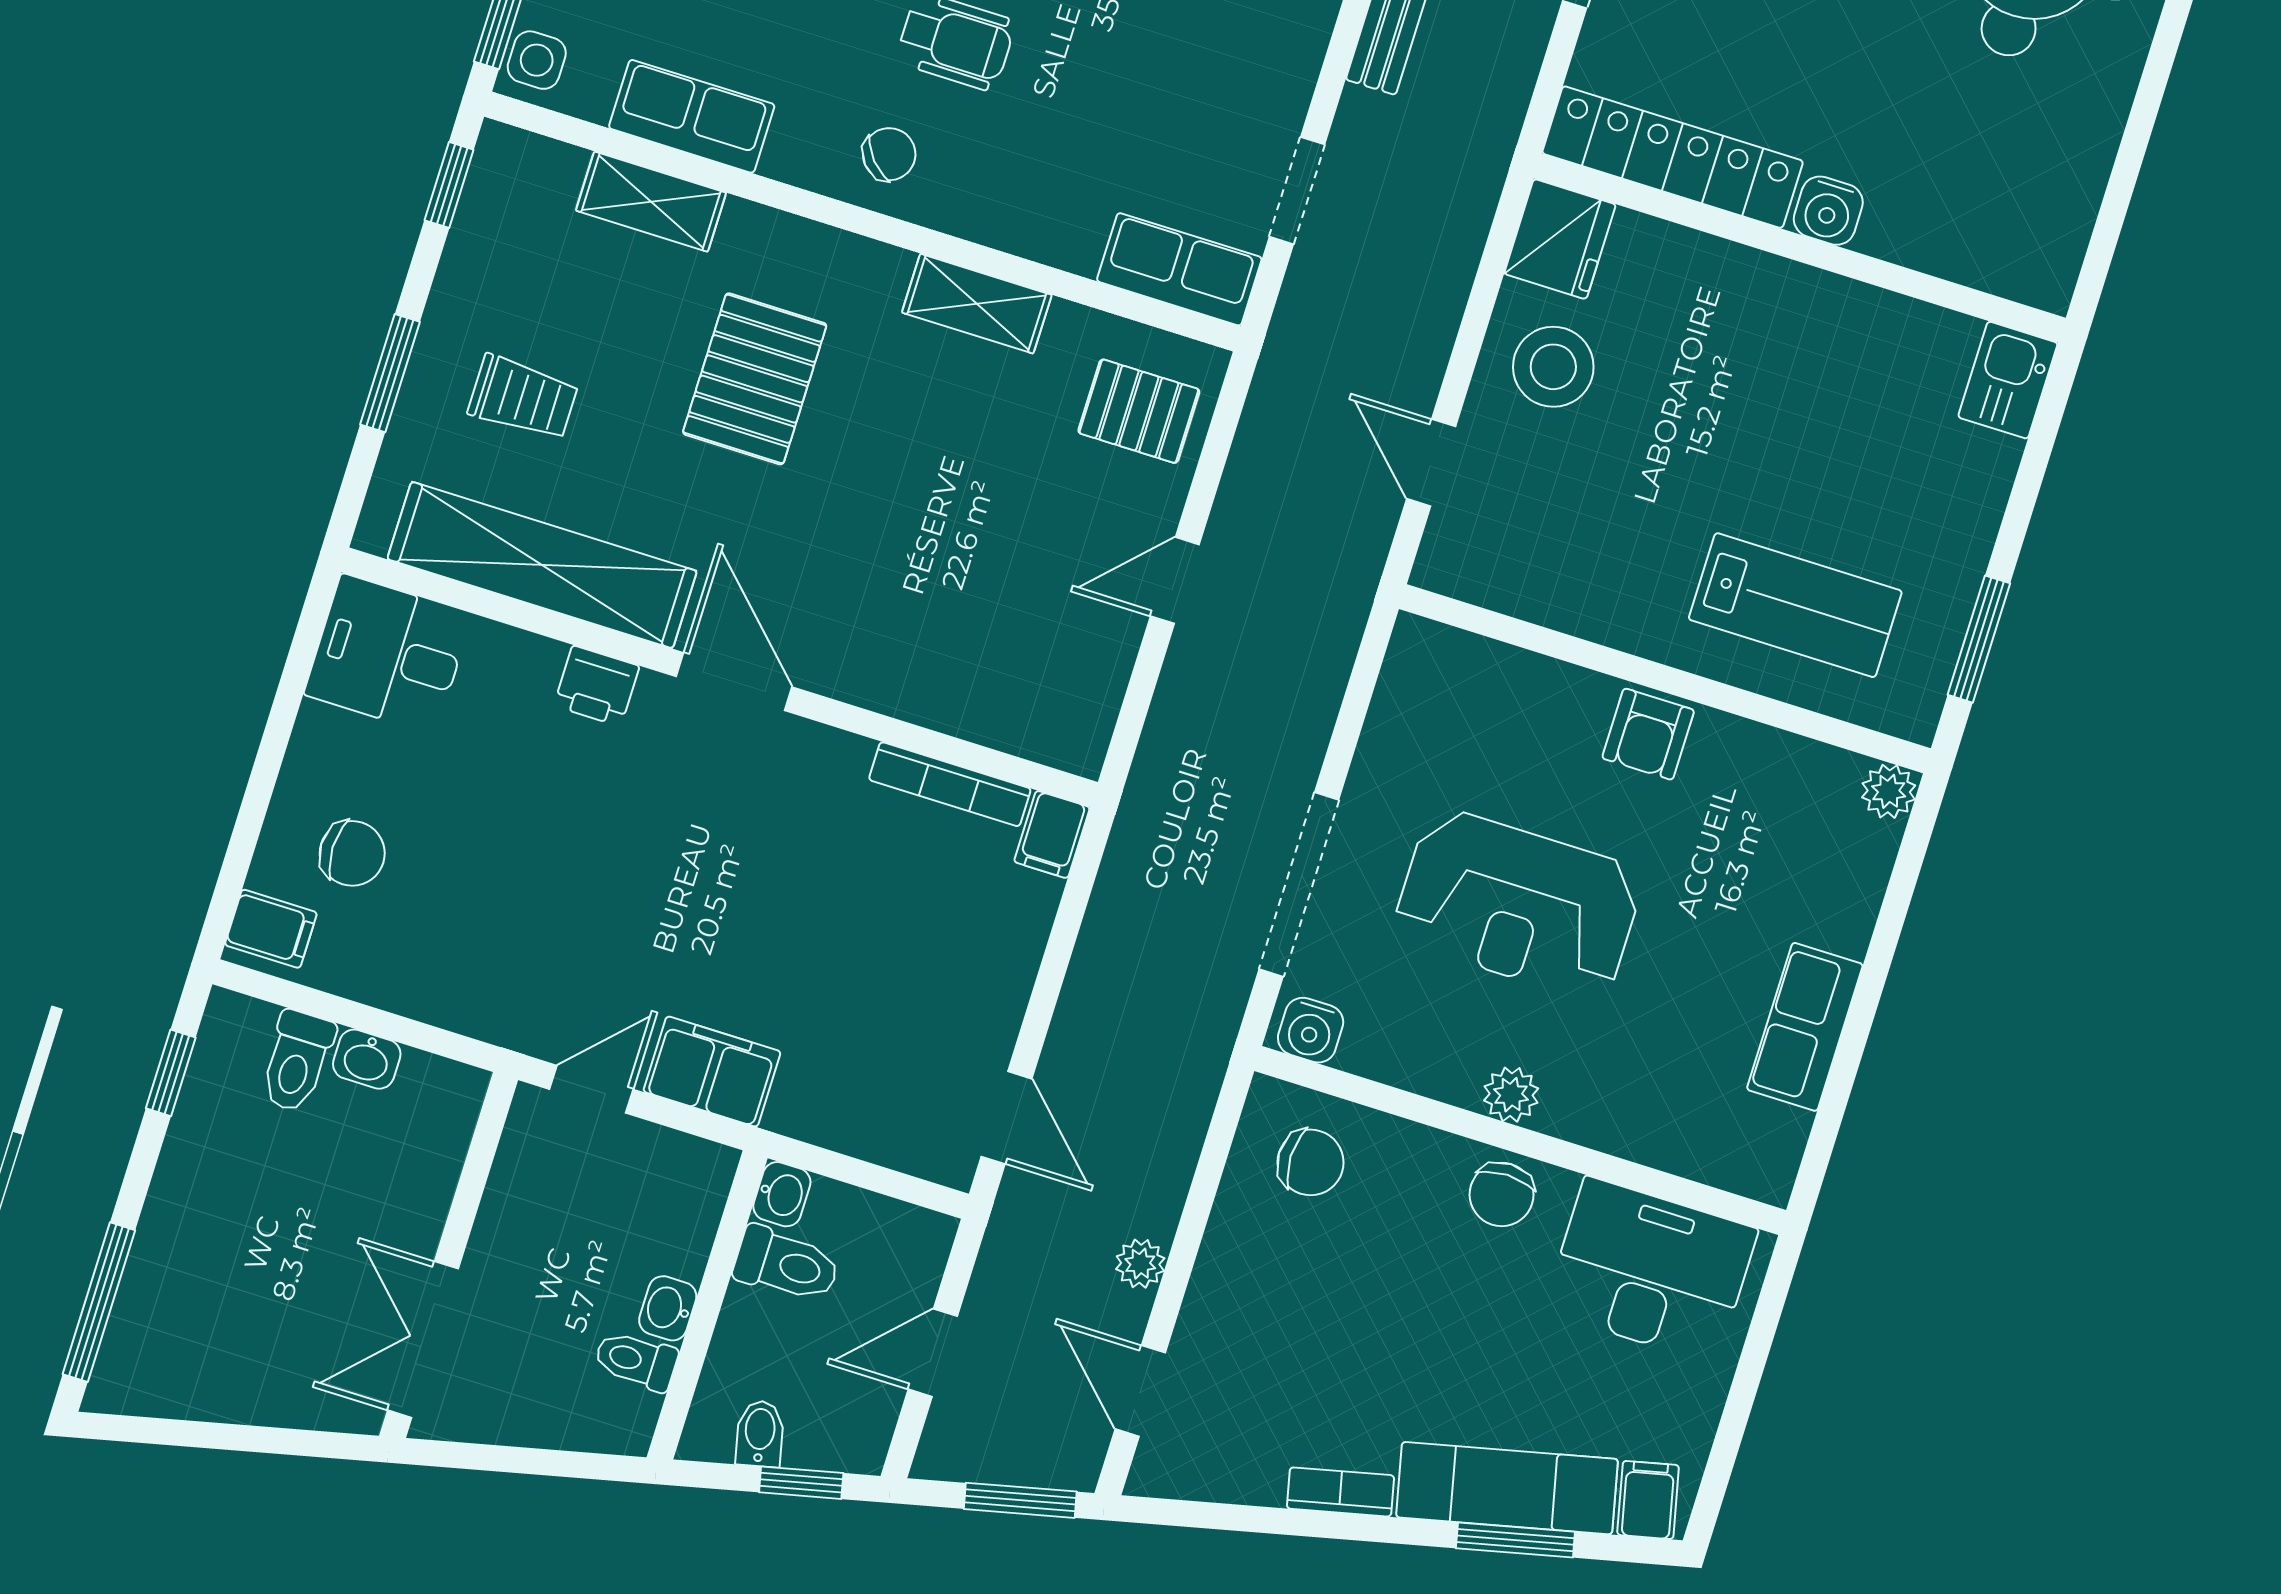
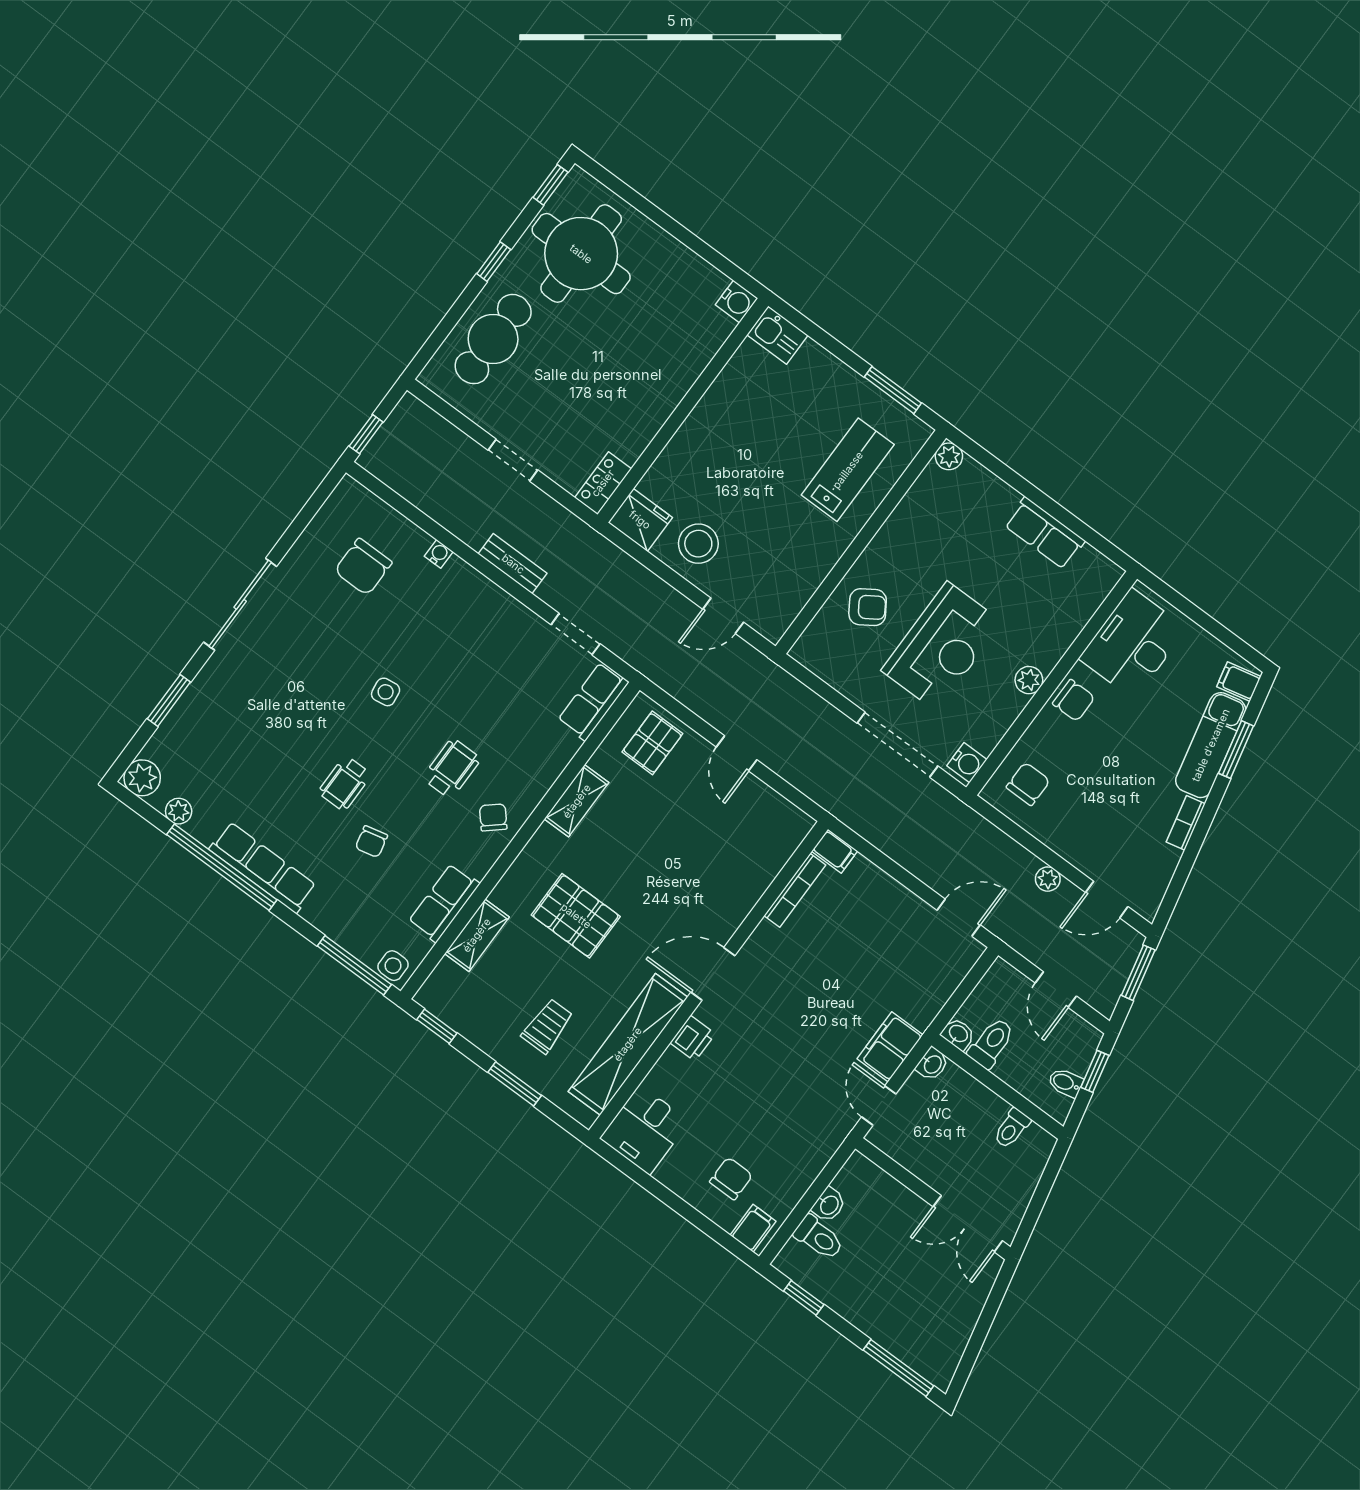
locker: (1673, 157) -> (603, 483), width x0.46, depth x0.83
water cooler: (1828, 211) -> (737, 301), moved
armchair: (1648, 734) -> (868, 607), moved, turned -33
washbasin: (668, 1308) -> (932, 1064), moved, turned -90

